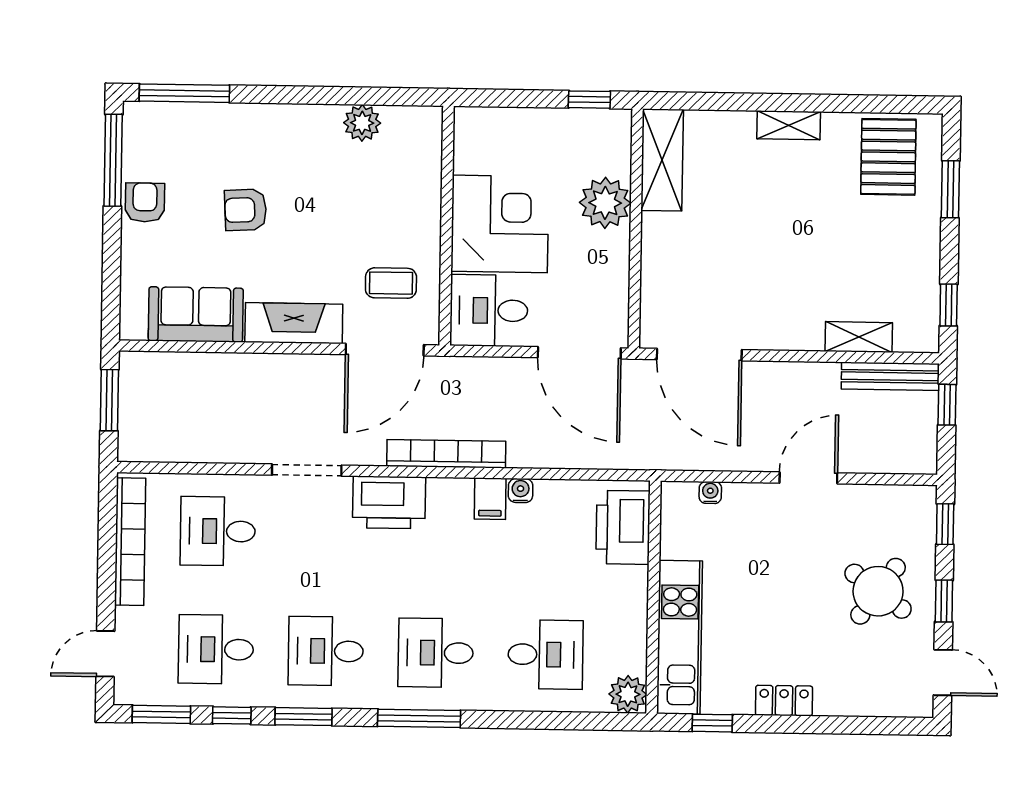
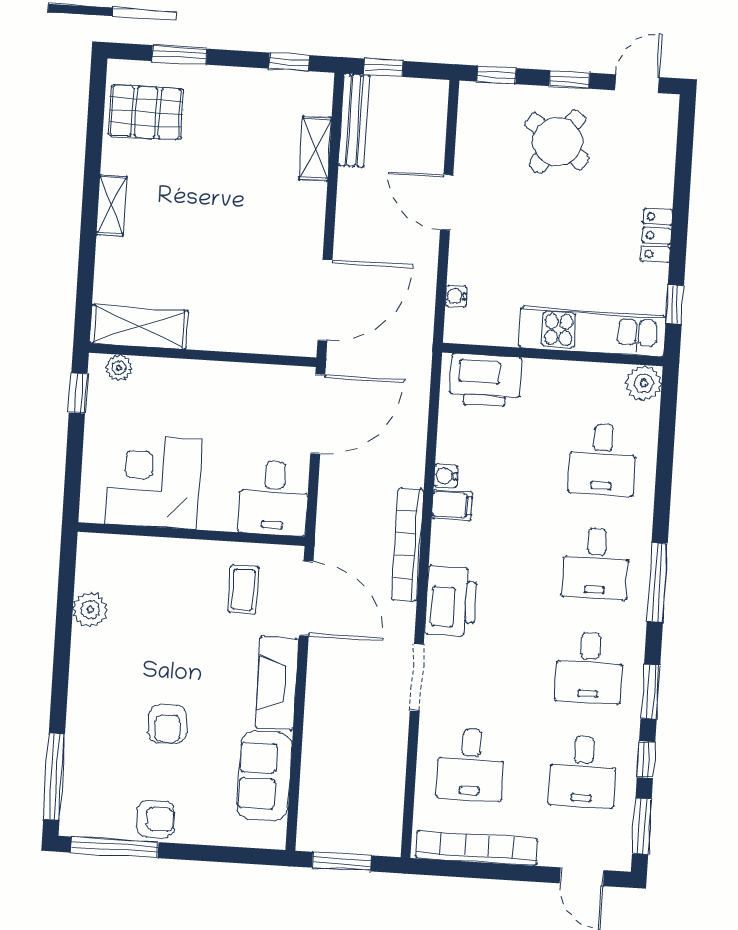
armchair: (145, 202) -> (156, 819), turned 180
plant: (605, 203) -> (119, 368), moved, width x0.53, depth x0.53
corner desk: (500, 224) -> (154, 481), moved
desk: (545, 655) -> (602, 460), turned 180

